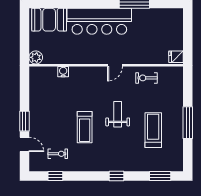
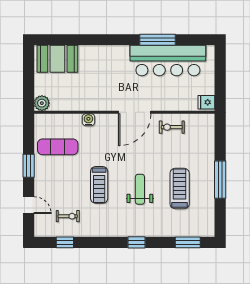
bar counter: (99, 21) -> (168, 61), moved
door: (115, 65) -> (135, 112), width x1.87
water cooler: (63, 72) -> (88, 120), moved
exercise mat: (49, 95) -> (58, 147), added
weight bench: (118, 114) -> (140, 189), moved
window: (24, 121) -> (29, 166), moved

